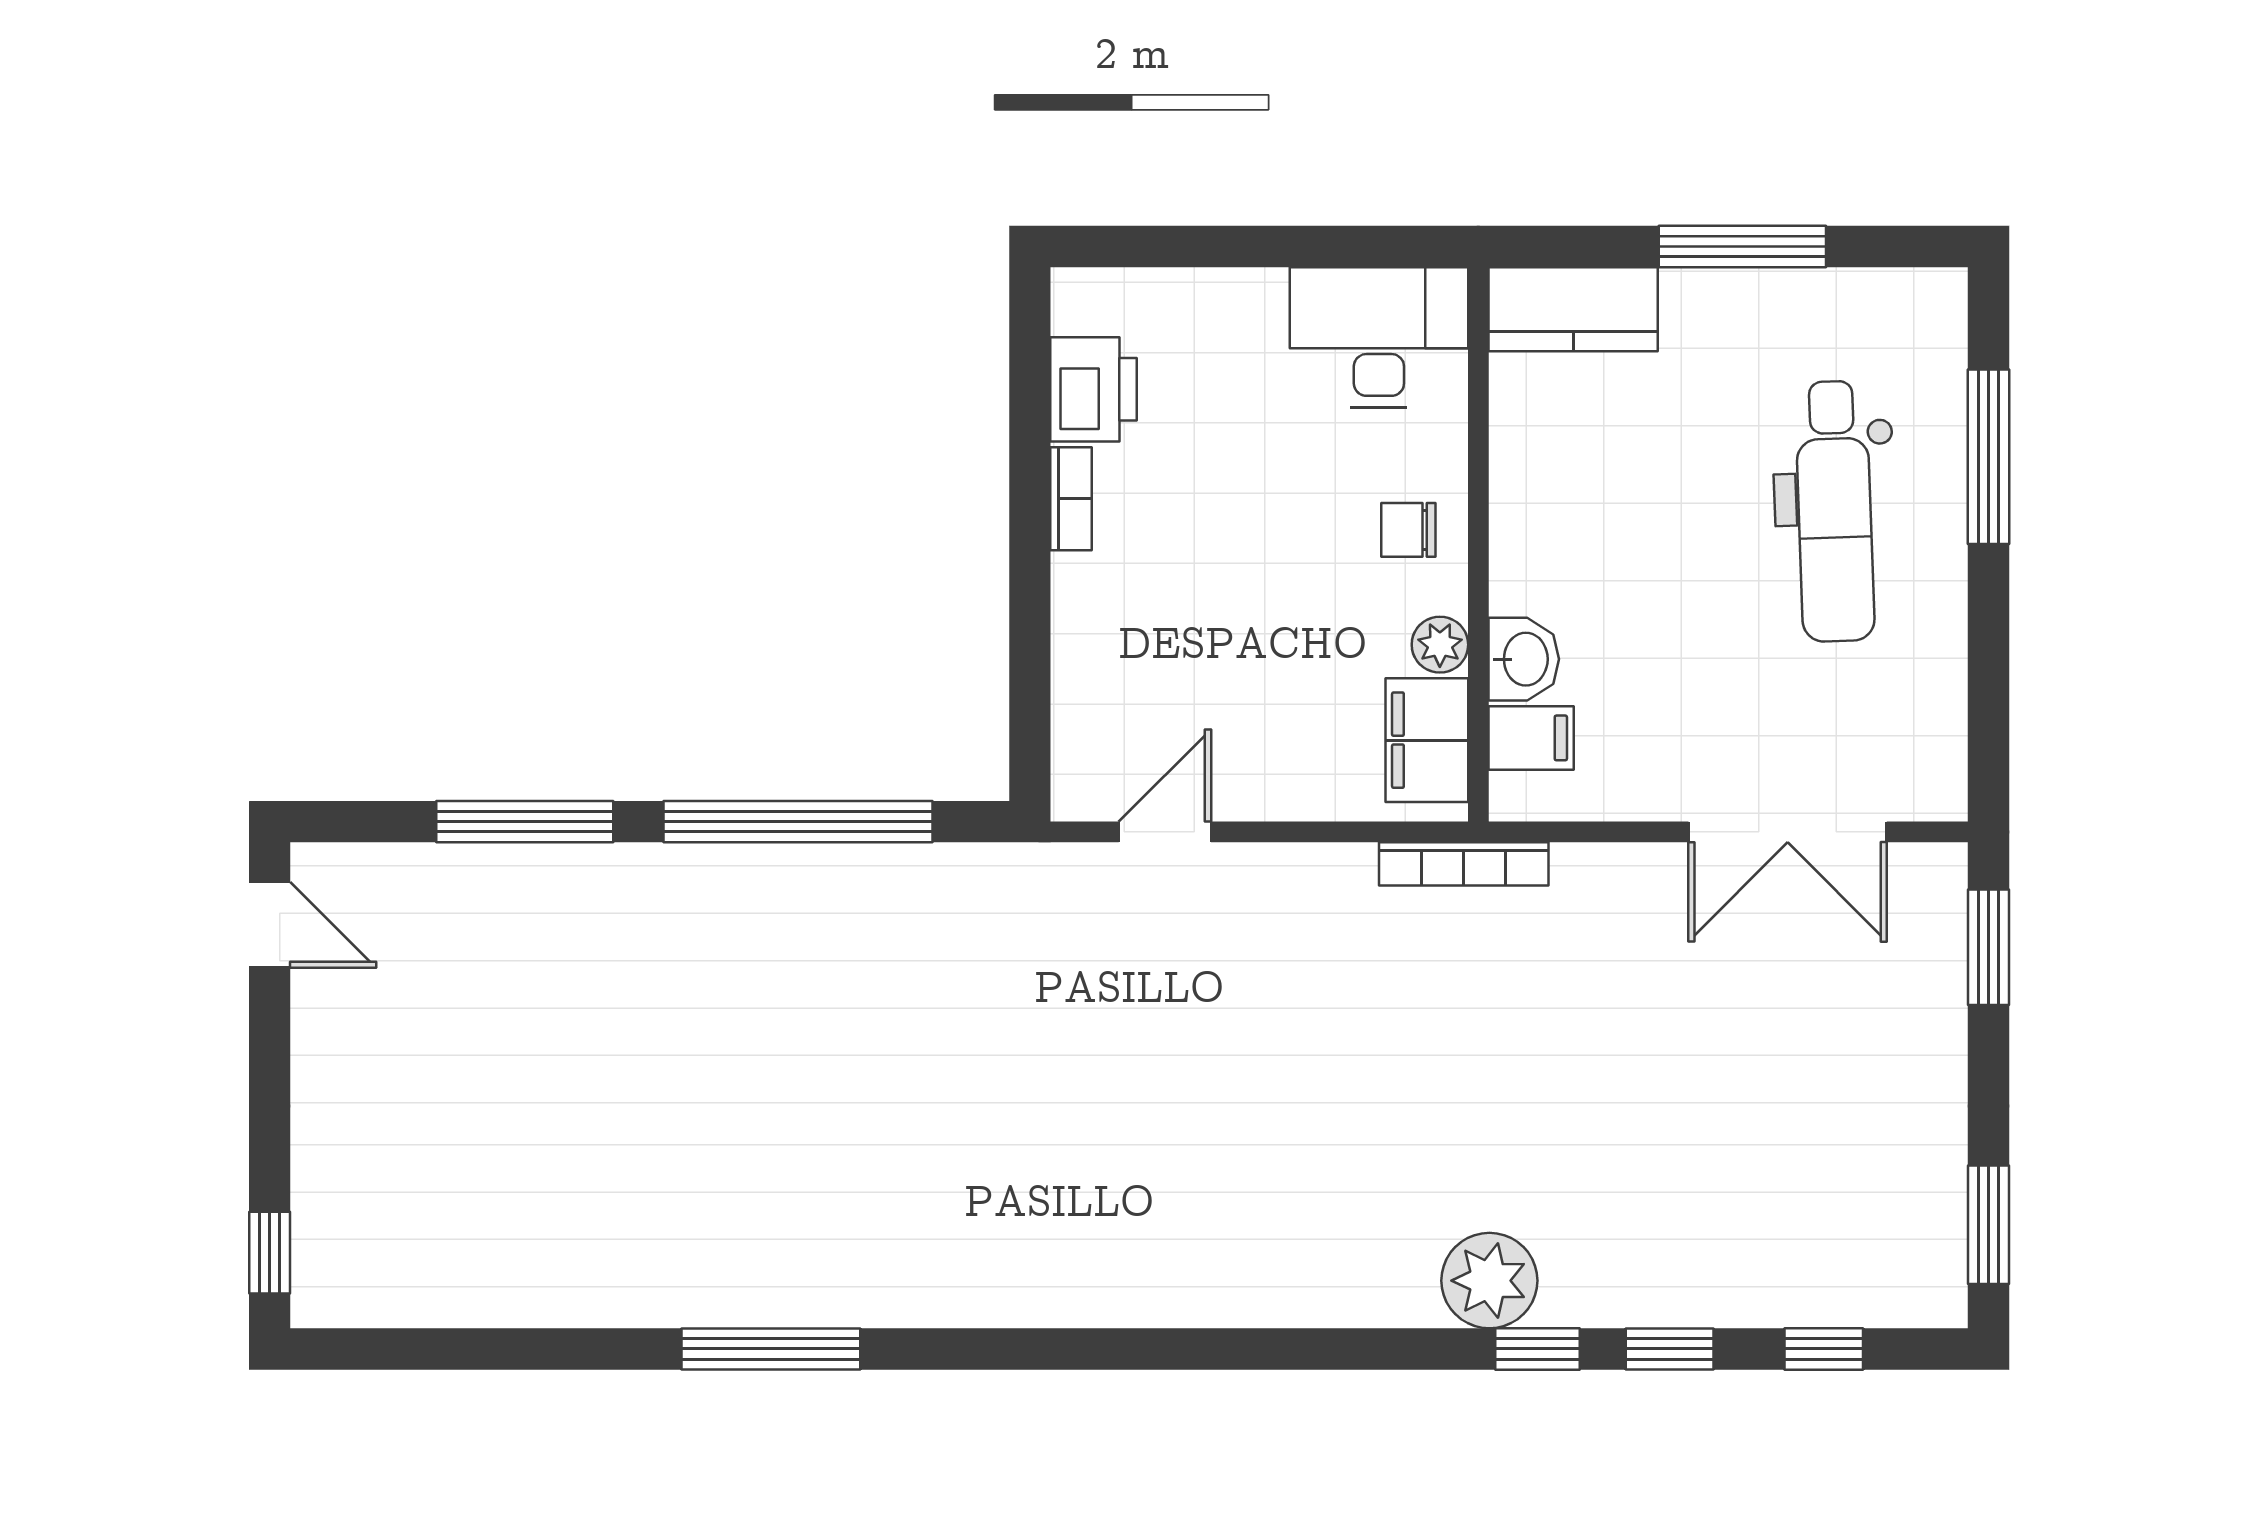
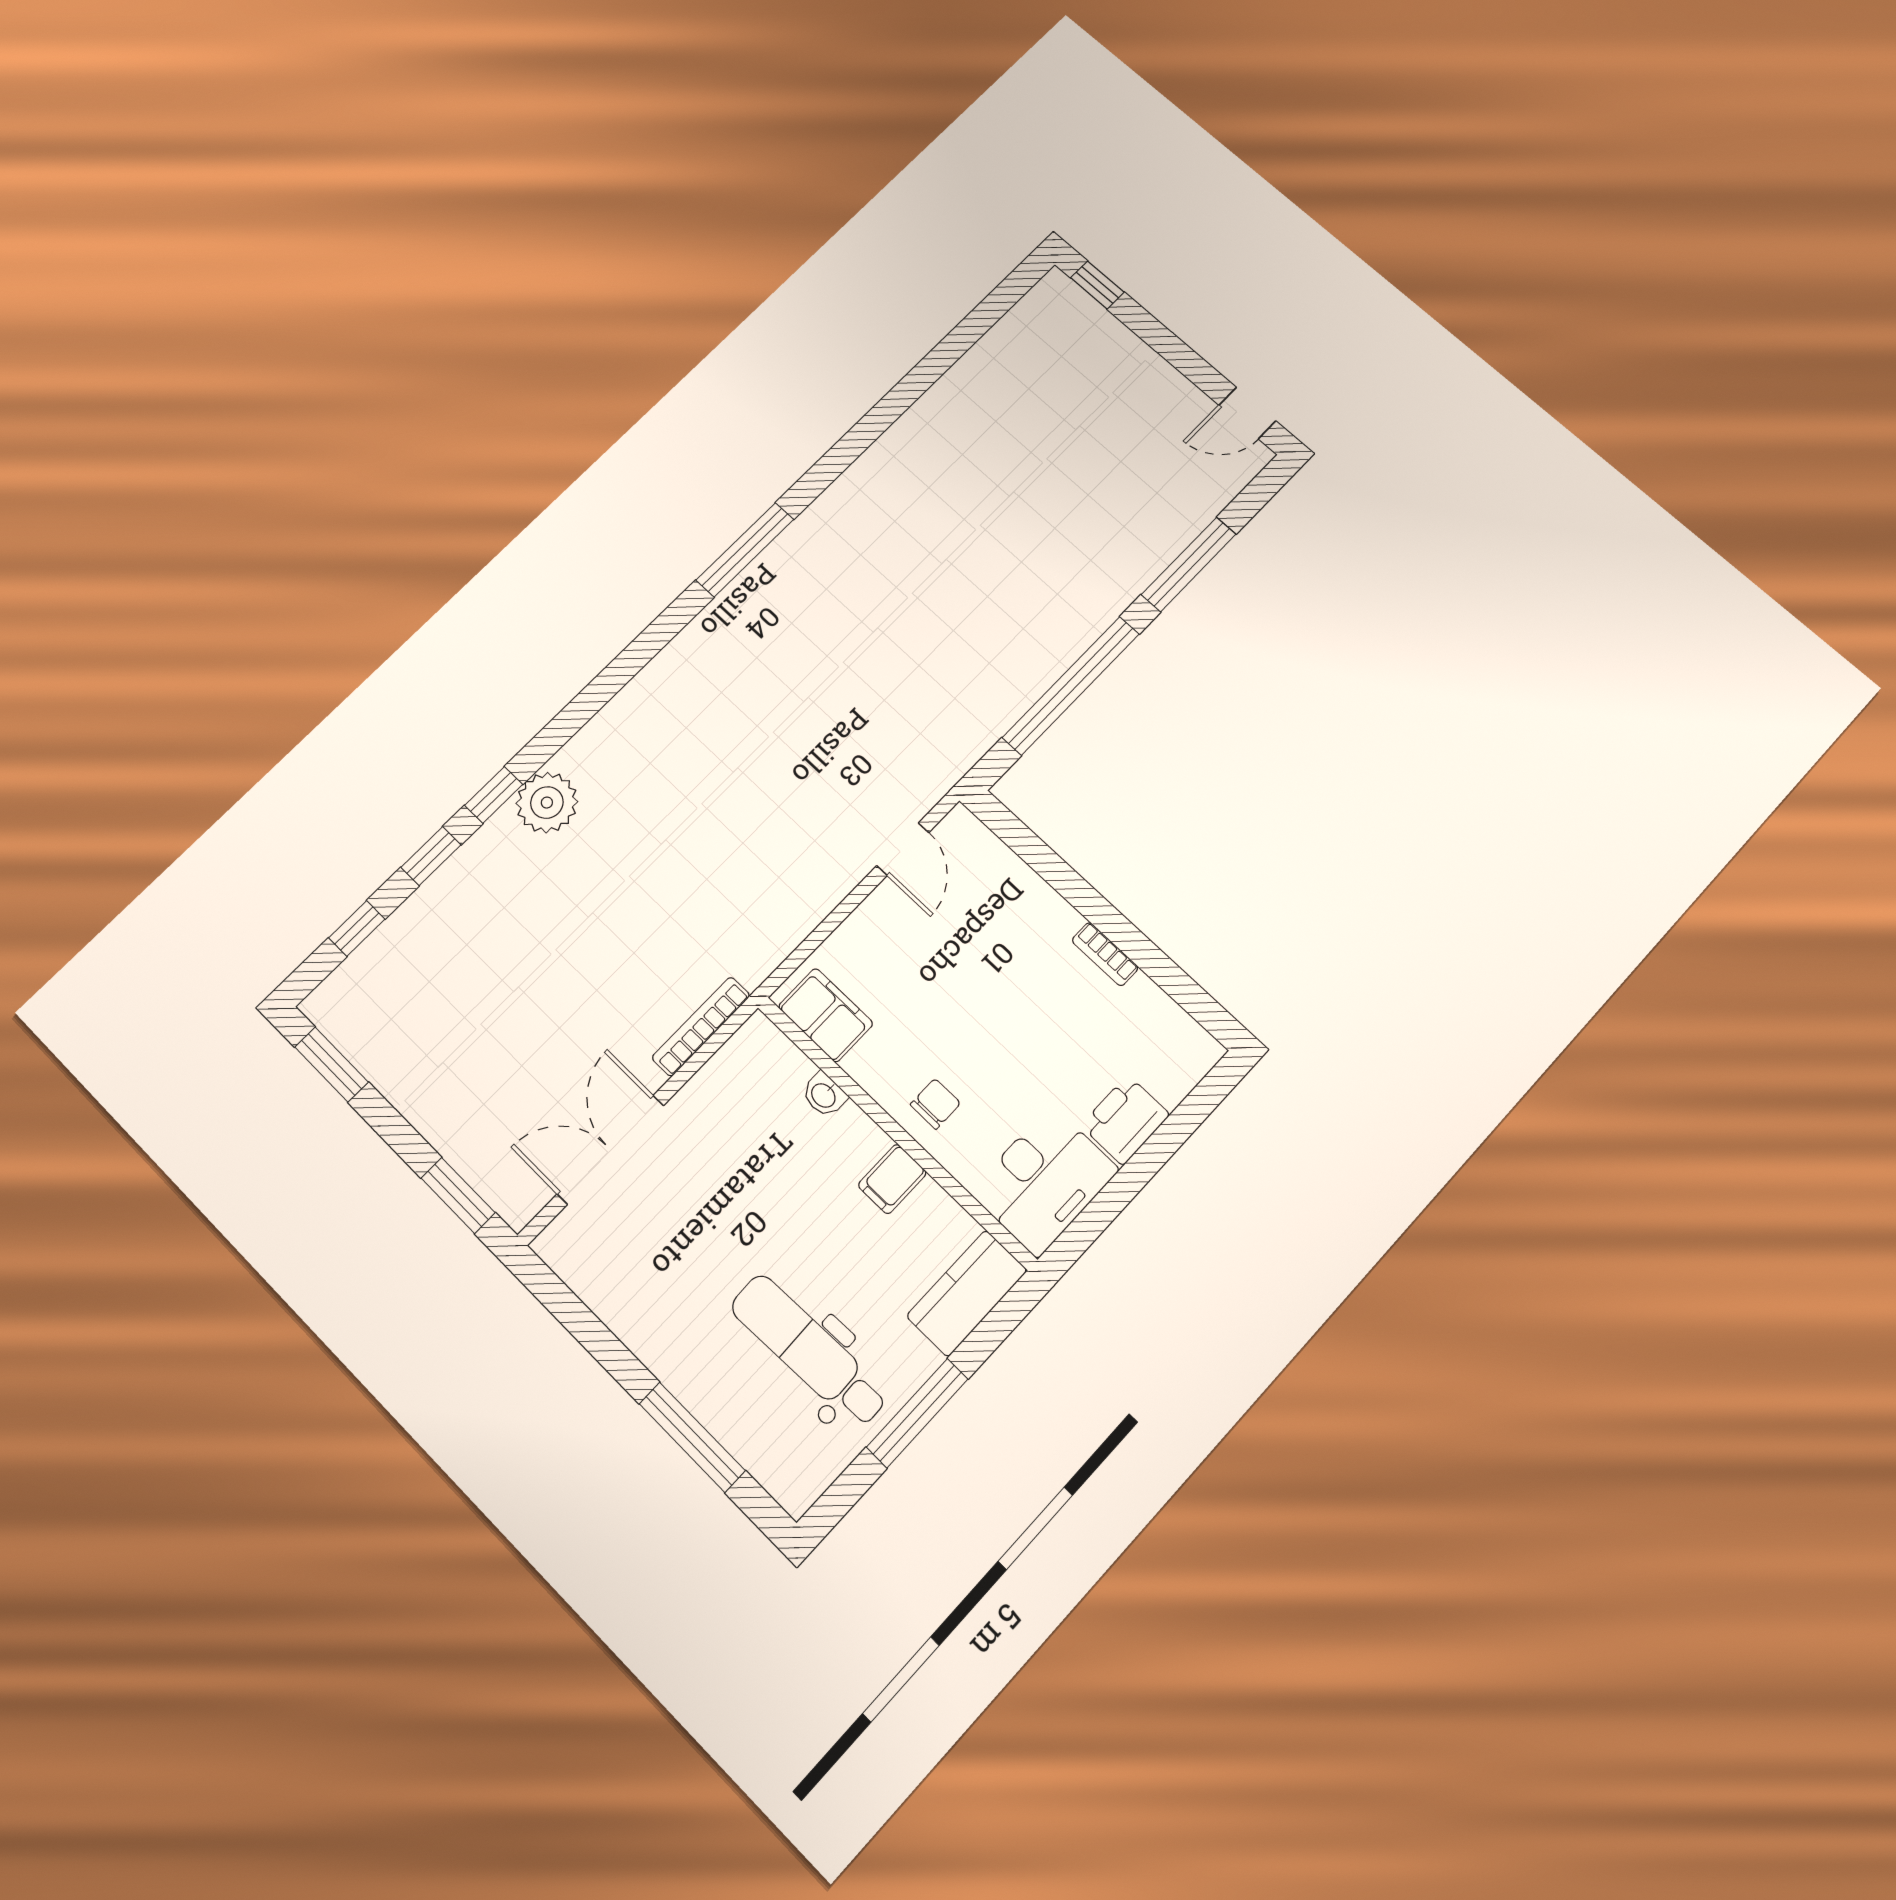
printer: (1094, 389) -> (1125, 1120), moved, turned 90
dental chair: (1835, 511) -> (809, 1351), moved
plant: (1440, 645) -> (865, 1066), removed
washbasin: (1524, 659) -> (824, 1095), width x0.72, depth x0.69
filing cabinet: (1531, 738) -> (892, 1179), moved
bookcase: (1464, 864) -> (701, 1026), moved
window: (771, 1349) -> (745, 550), moved

